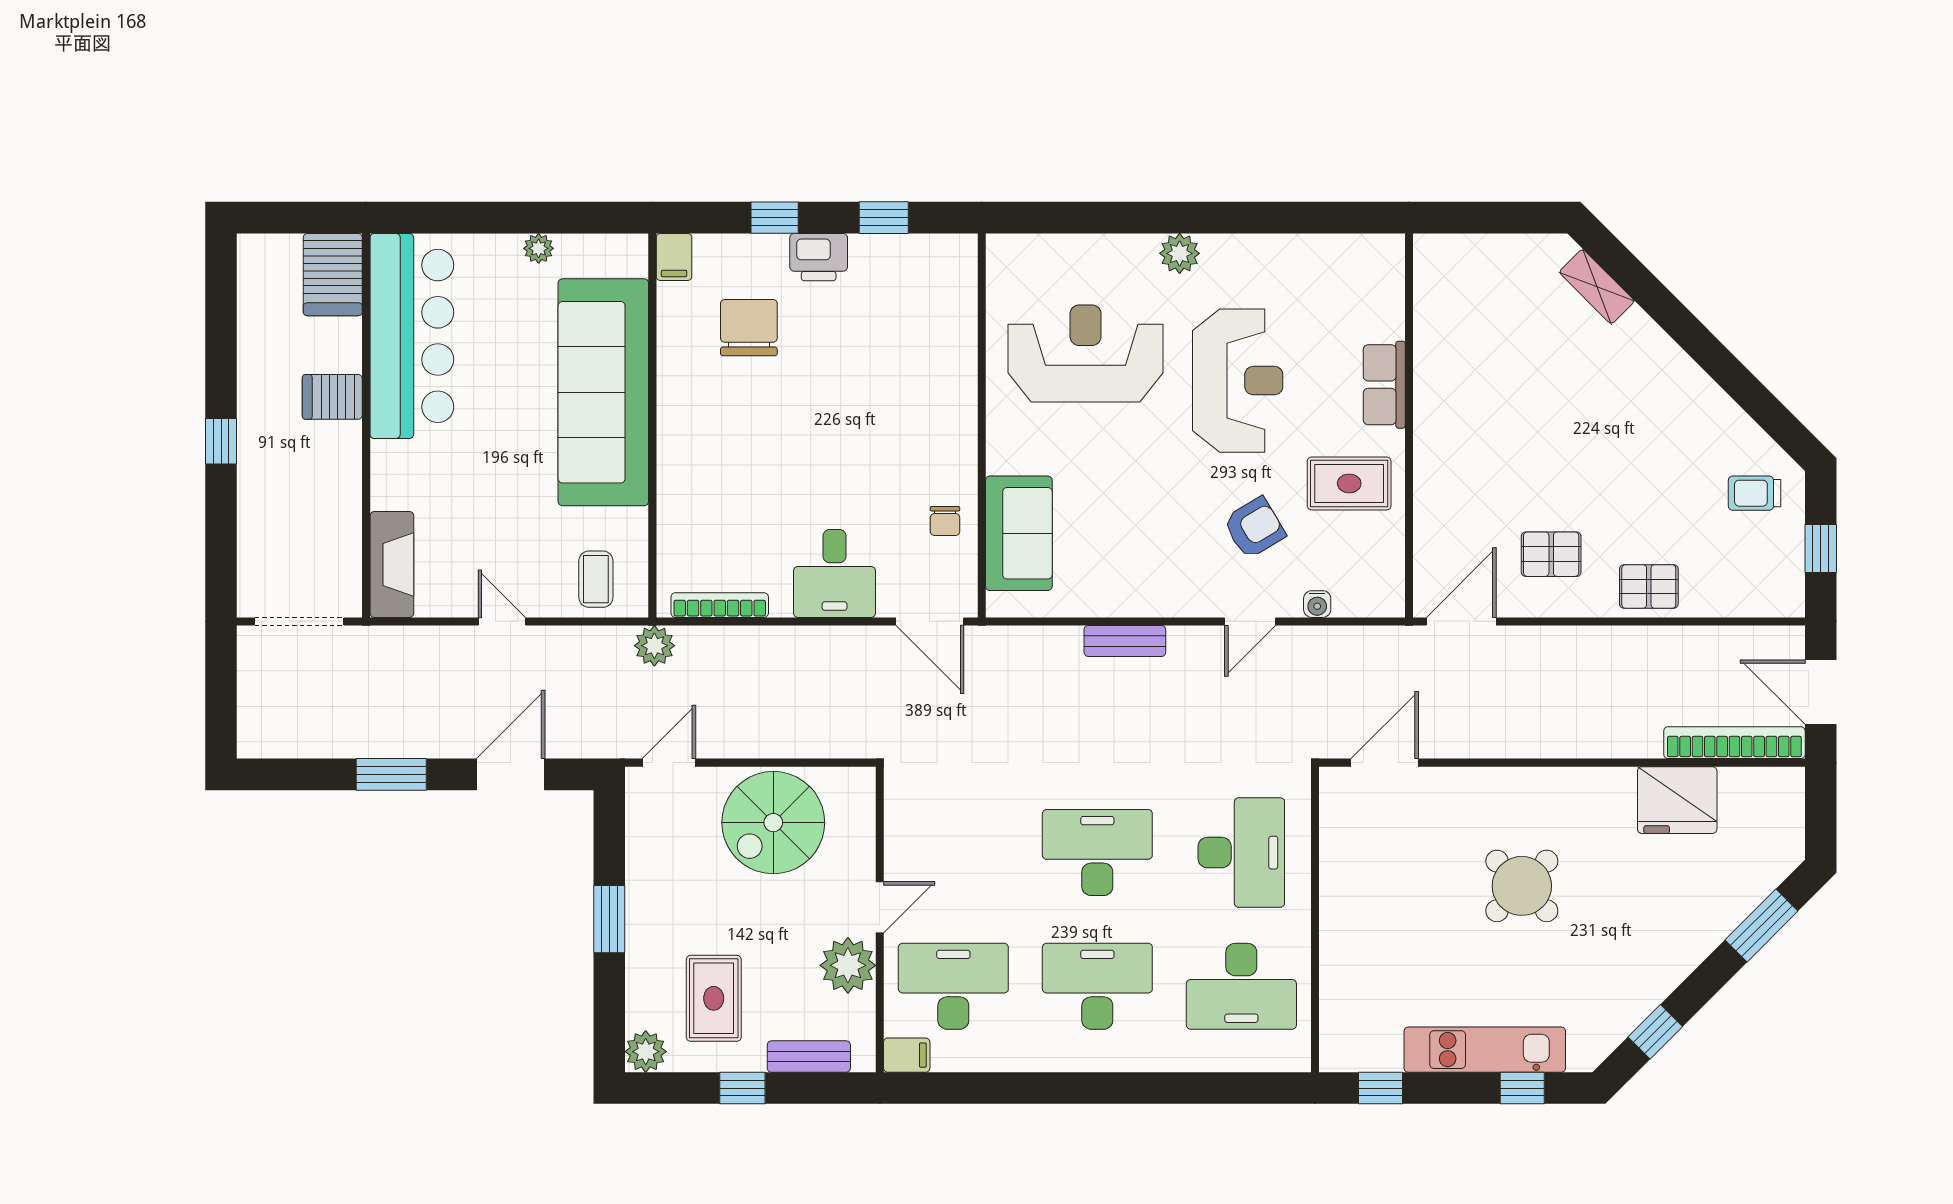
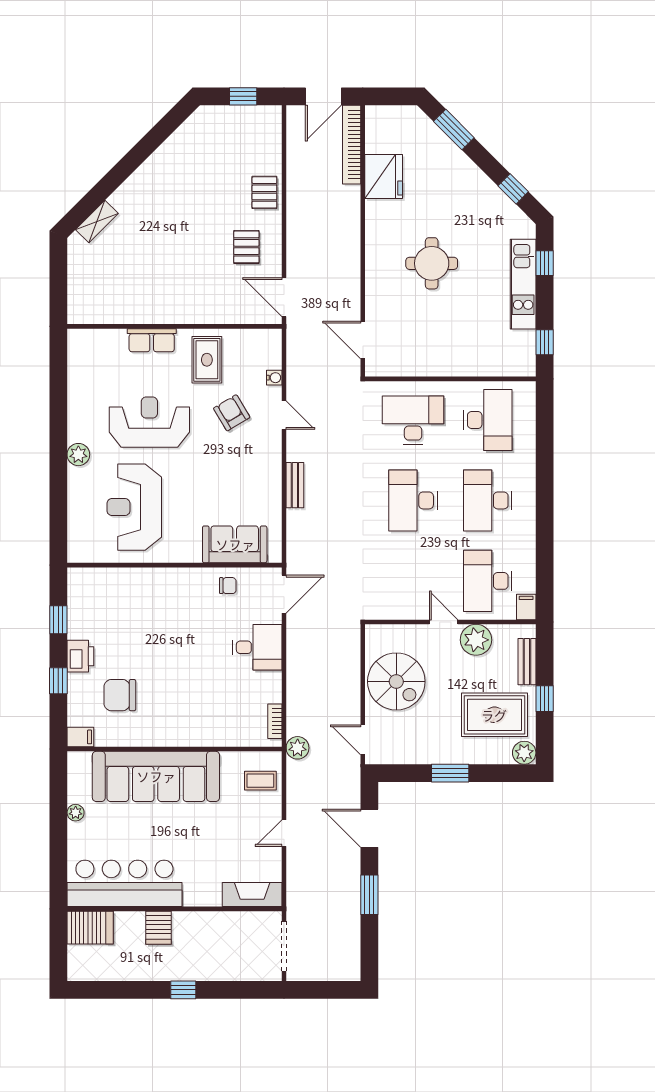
trolley: (1755, 493) -> (212, 133), removed
bookcase: (720, 605) -> (275, 721), width x0.64
round table: (1522, 886) -> (432, 263), turned 45
rug: (714, 998) -> (494, 715), width x1.36, depth x1.43

